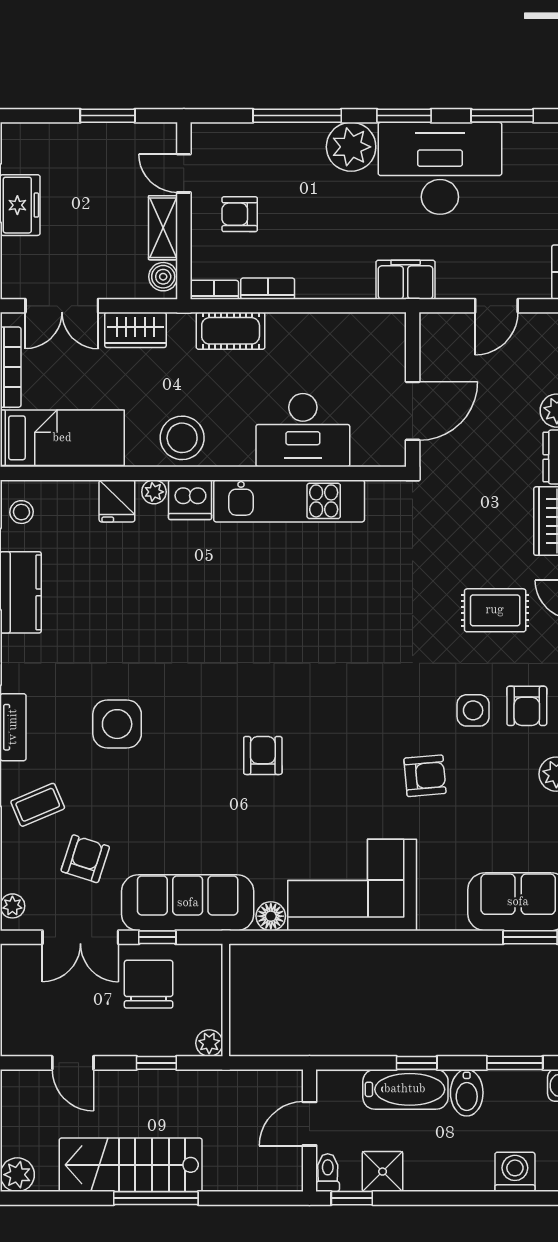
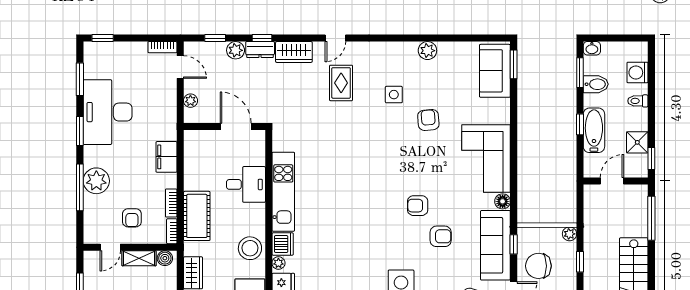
plant: (351, 147) -> (96, 181), moved
filing cabinet: (406, 280) -> (166, 157), moved
door: (496, 306) -> (180, 67), moved
plant: (462, 325) -> (190, 101), added
cot: (231, 331) -> (197, 216), width x1.37, depth x1.34
desk: (303, 430) -> (246, 184), width x0.73
armchair: (527, 706) -> (441, 236), moved
window: (157, 937) -> (514, 244), moved
bidet: (467, 1093) -> (596, 84), moved
door: (310, 1124) -> (612, 181), swing flipped
toilet: (328, 1173) -> (638, 101), moved
window: (156, 1198) -> (651, 218), moved

